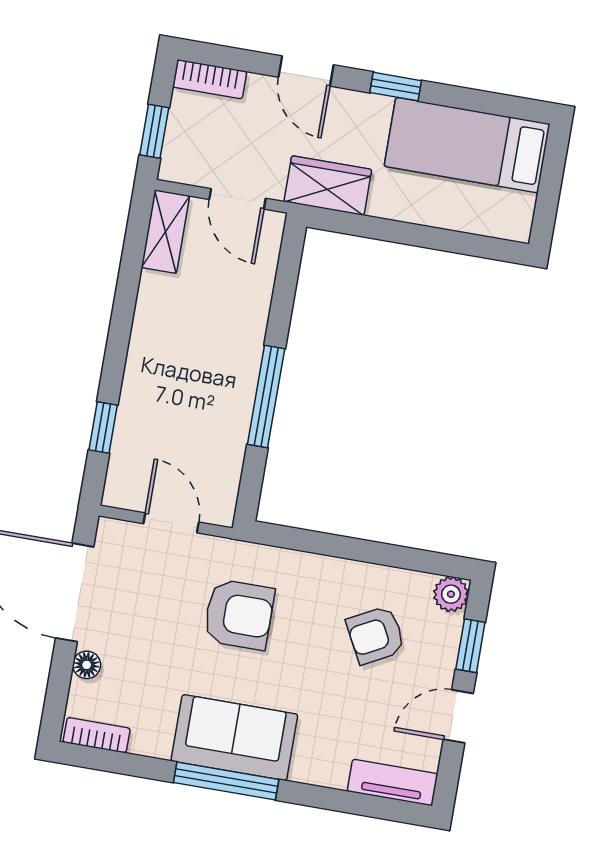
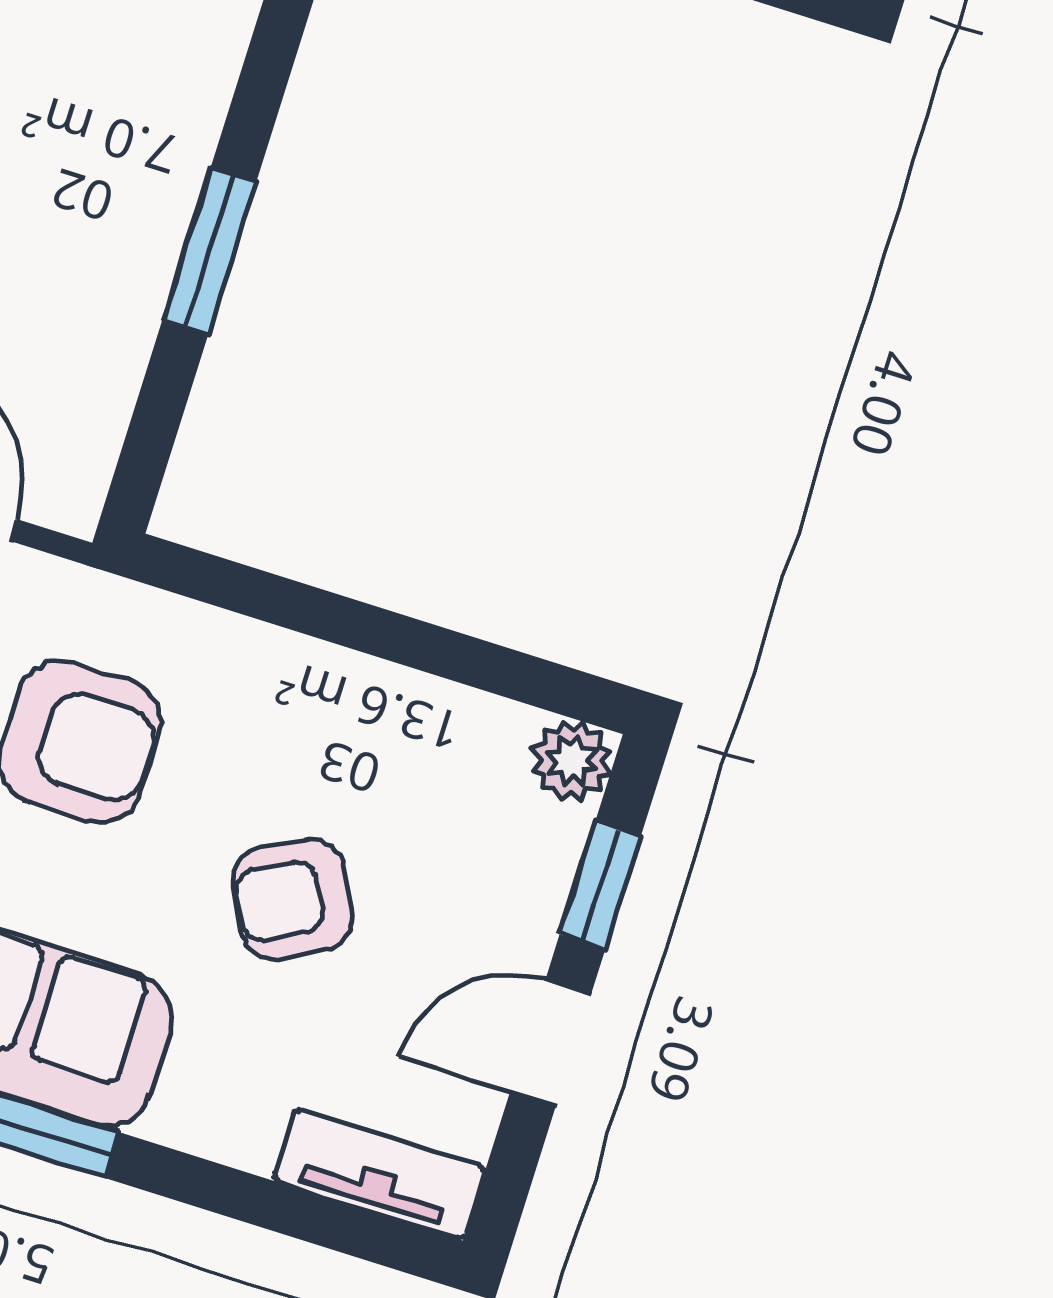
window: (266, 396) -> (209, 251), width x0.69
armchair: (376, 635) -> (293, 899), moved

